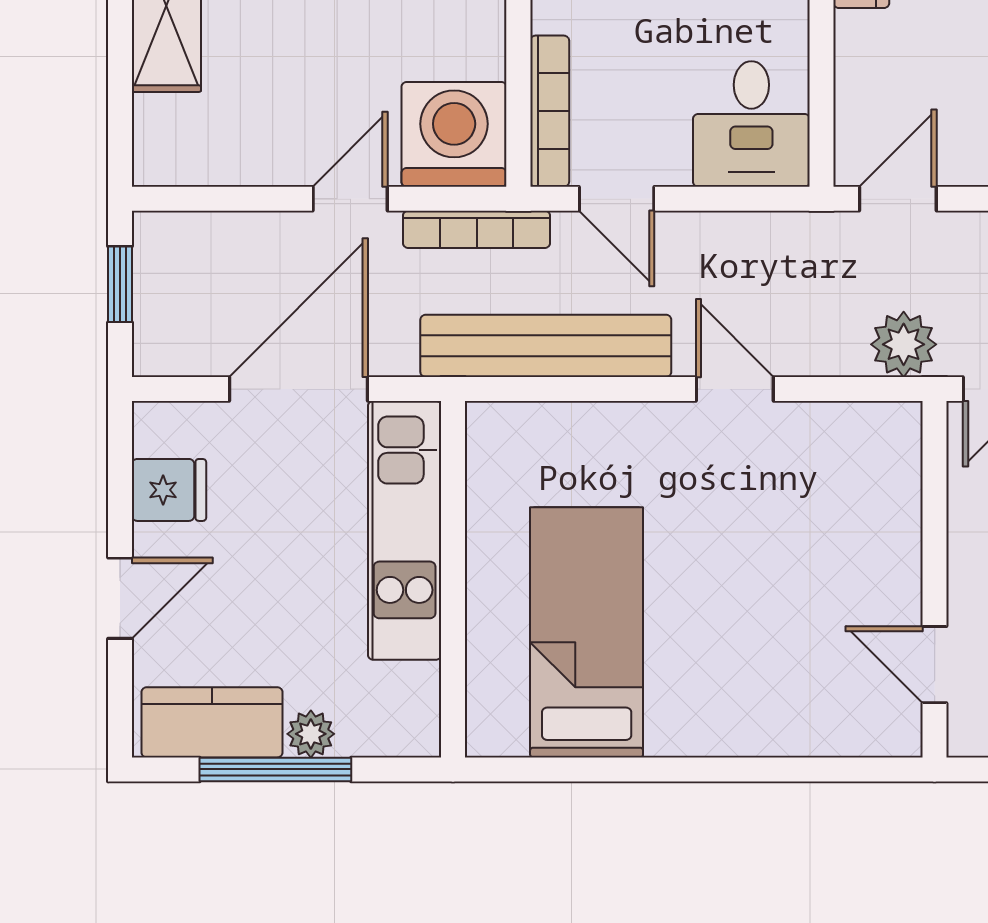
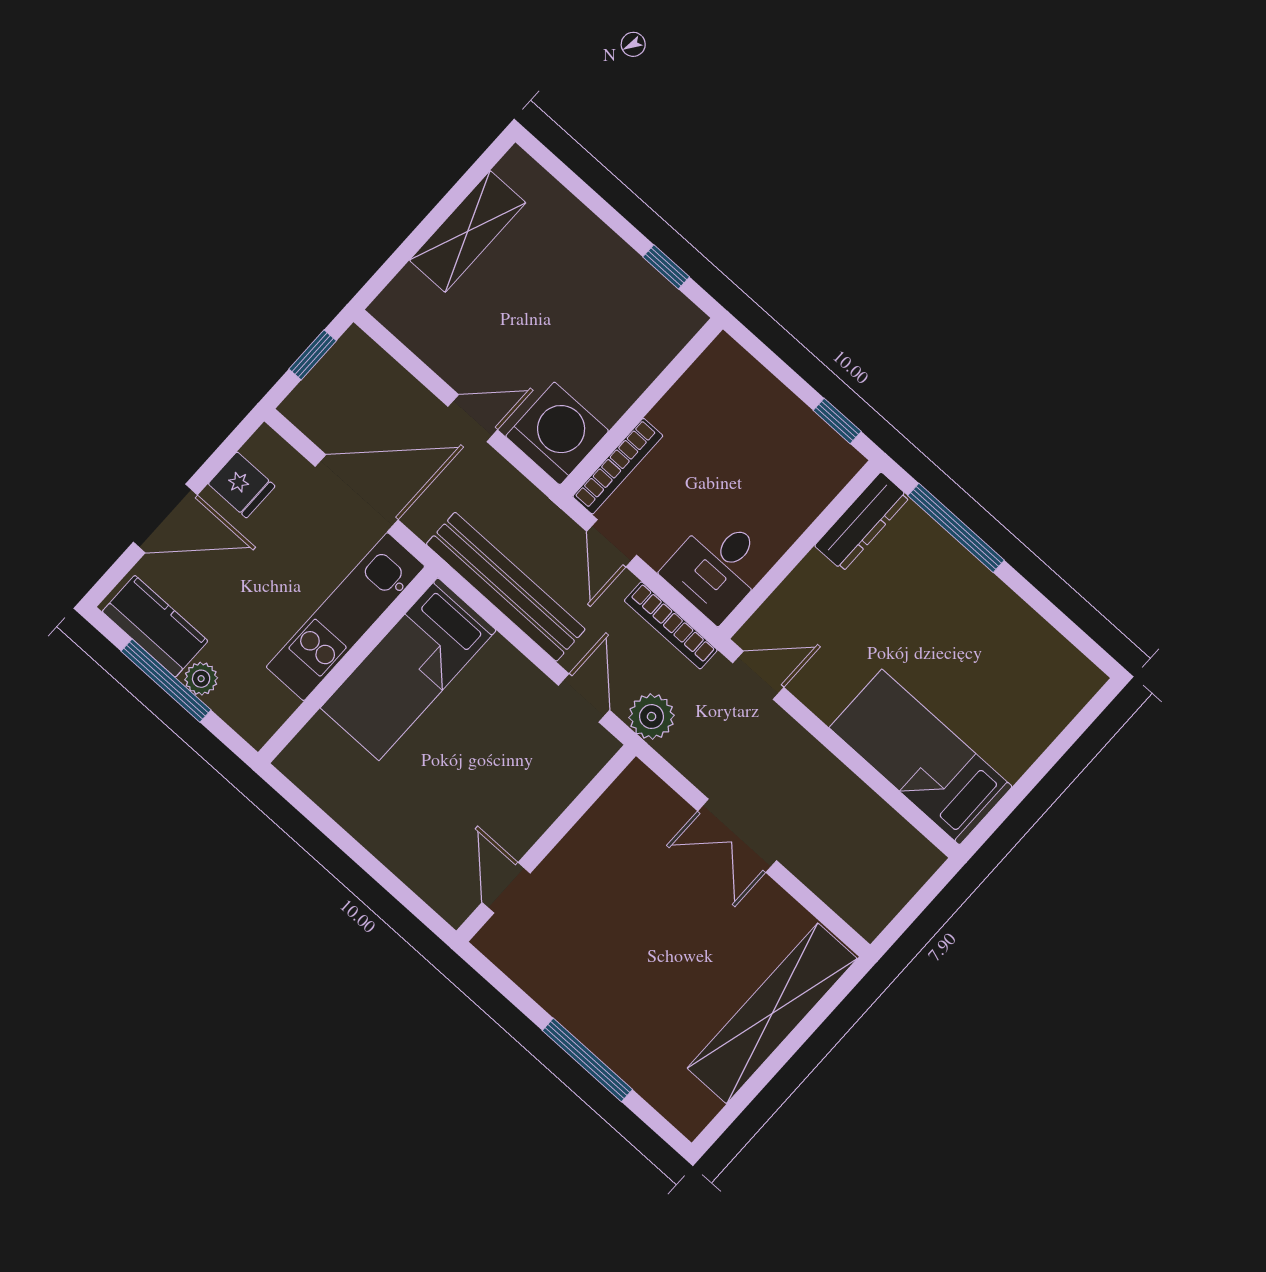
bookcase: (477, 229) -> (671, 625), moved
plant: (904, 344) -> (652, 717), moved
wall: (935, 579) -> (546, 843), moved
door: (120, 598) -> (165, 518), width x1.38
bed: (587, 632) -> (408, 669), moved, turned 180
door: (935, 665) -> (506, 888), moved

